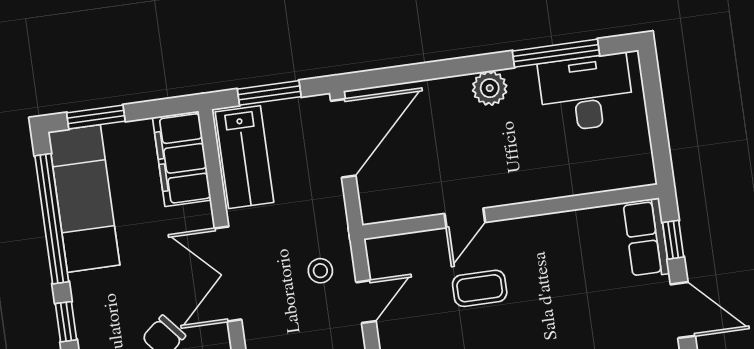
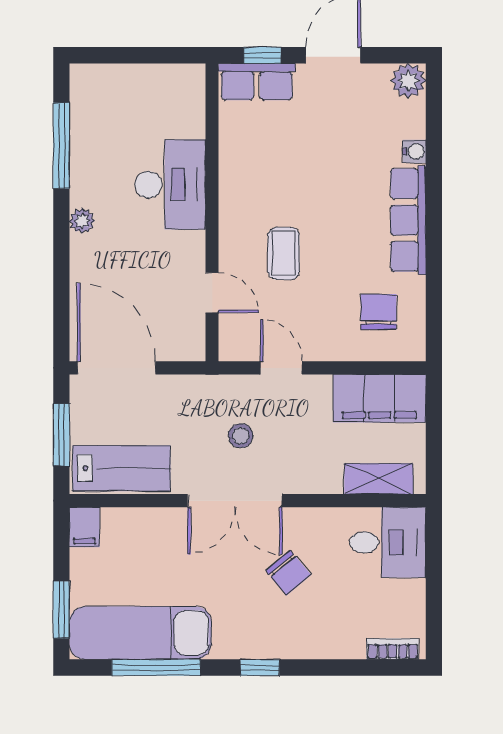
plant: (490, 88) -> (82, 221), width x0.73, depth x0.73
desk: (586, 93) -> (170, 185), moved, turned 180
filing cabinet: (182, 159) -> (84, 527), width x0.33, depth x0.86
door: (465, 218) -> (212, 293), moved
window: (52, 219) -> (156, 667), width x0.68
stool: (320, 271) -> (241, 436), moved

